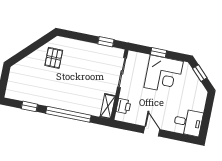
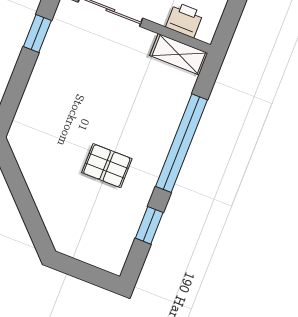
pallet: (54, 58) -> (107, 166), moved

